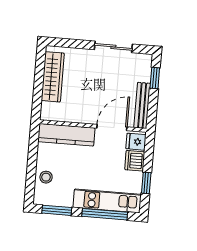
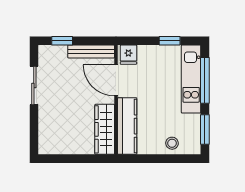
wardrobe: (53, 77) -> (105, 129), moved, turned -90
dishwasher: (135, 161) -> (148, 54), removed

